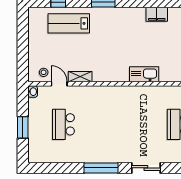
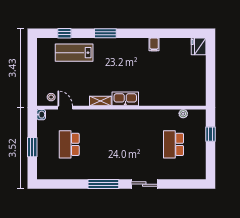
filing cabinet: (157, 14) -> (154, 44), width x0.50
kitchen sink: (144, 74) -> (125, 99), moved
shelving: (80, 77) -> (100, 101), moved

